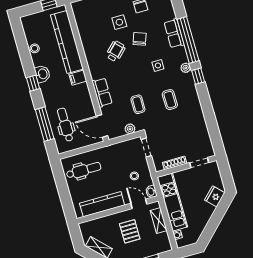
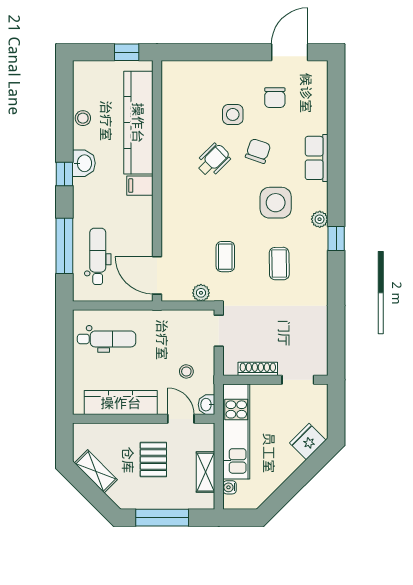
window: (188, 40) -> (336, 175), removed
side table: (158, 65) -> (276, 203), width x1.87, depth x1.87
row of seats: (102, 92) -> (172, 221), removed
shelving: (159, 220) -> (205, 472), moved

